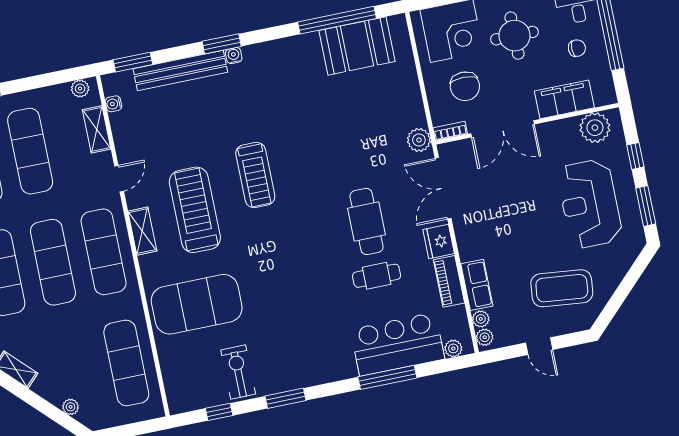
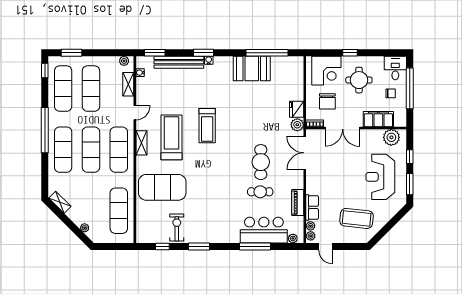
booth: (357, 46) -> (252, 68), moved
fridge: (439, 242) -> (297, 109), moved
door: (539, 346) -> (326, 247), moved

